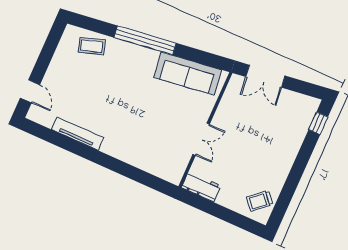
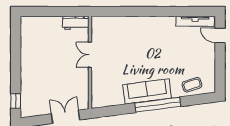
sofa: (188, 74) -> (147, 91), moved
tv unit: (78, 134) -> (195, 21), moved
trolley: (260, 201) -> (32, 31), removed

